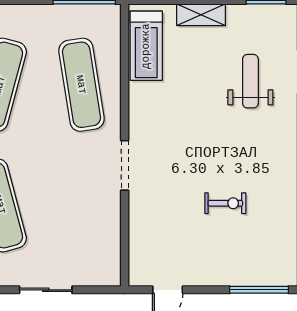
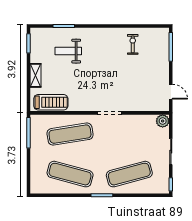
exercise bike: (225, 203) -> (133, 44), moved
plant: (108, 273) -> (163, 121), added

